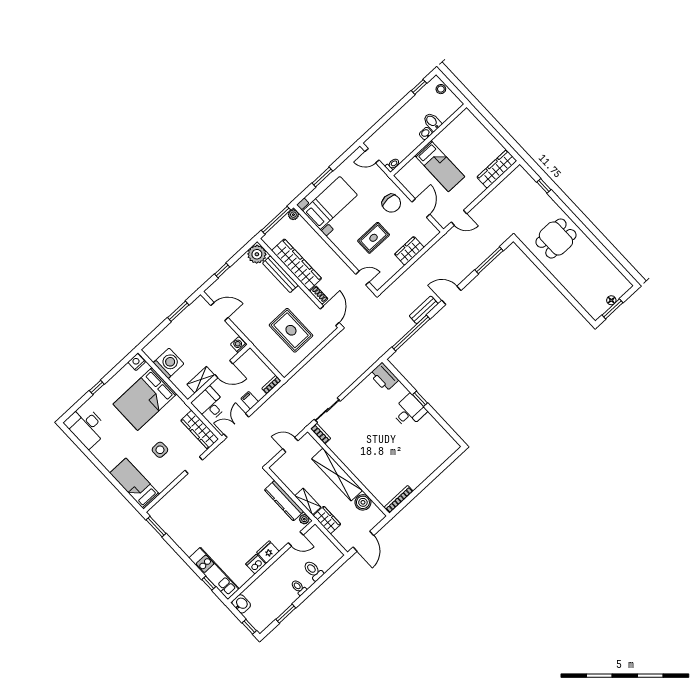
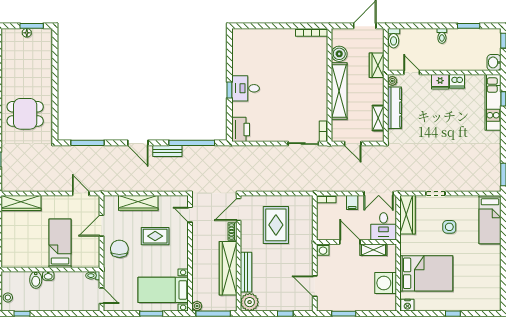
wardrobe: (409, 251) -> (138, 203), width x1.50
desk: (86, 426) -> (486, 293), removed
shelving: (308, 501) -> (378, 118), moved
toilet: (313, 571) -> (394, 38), moved

